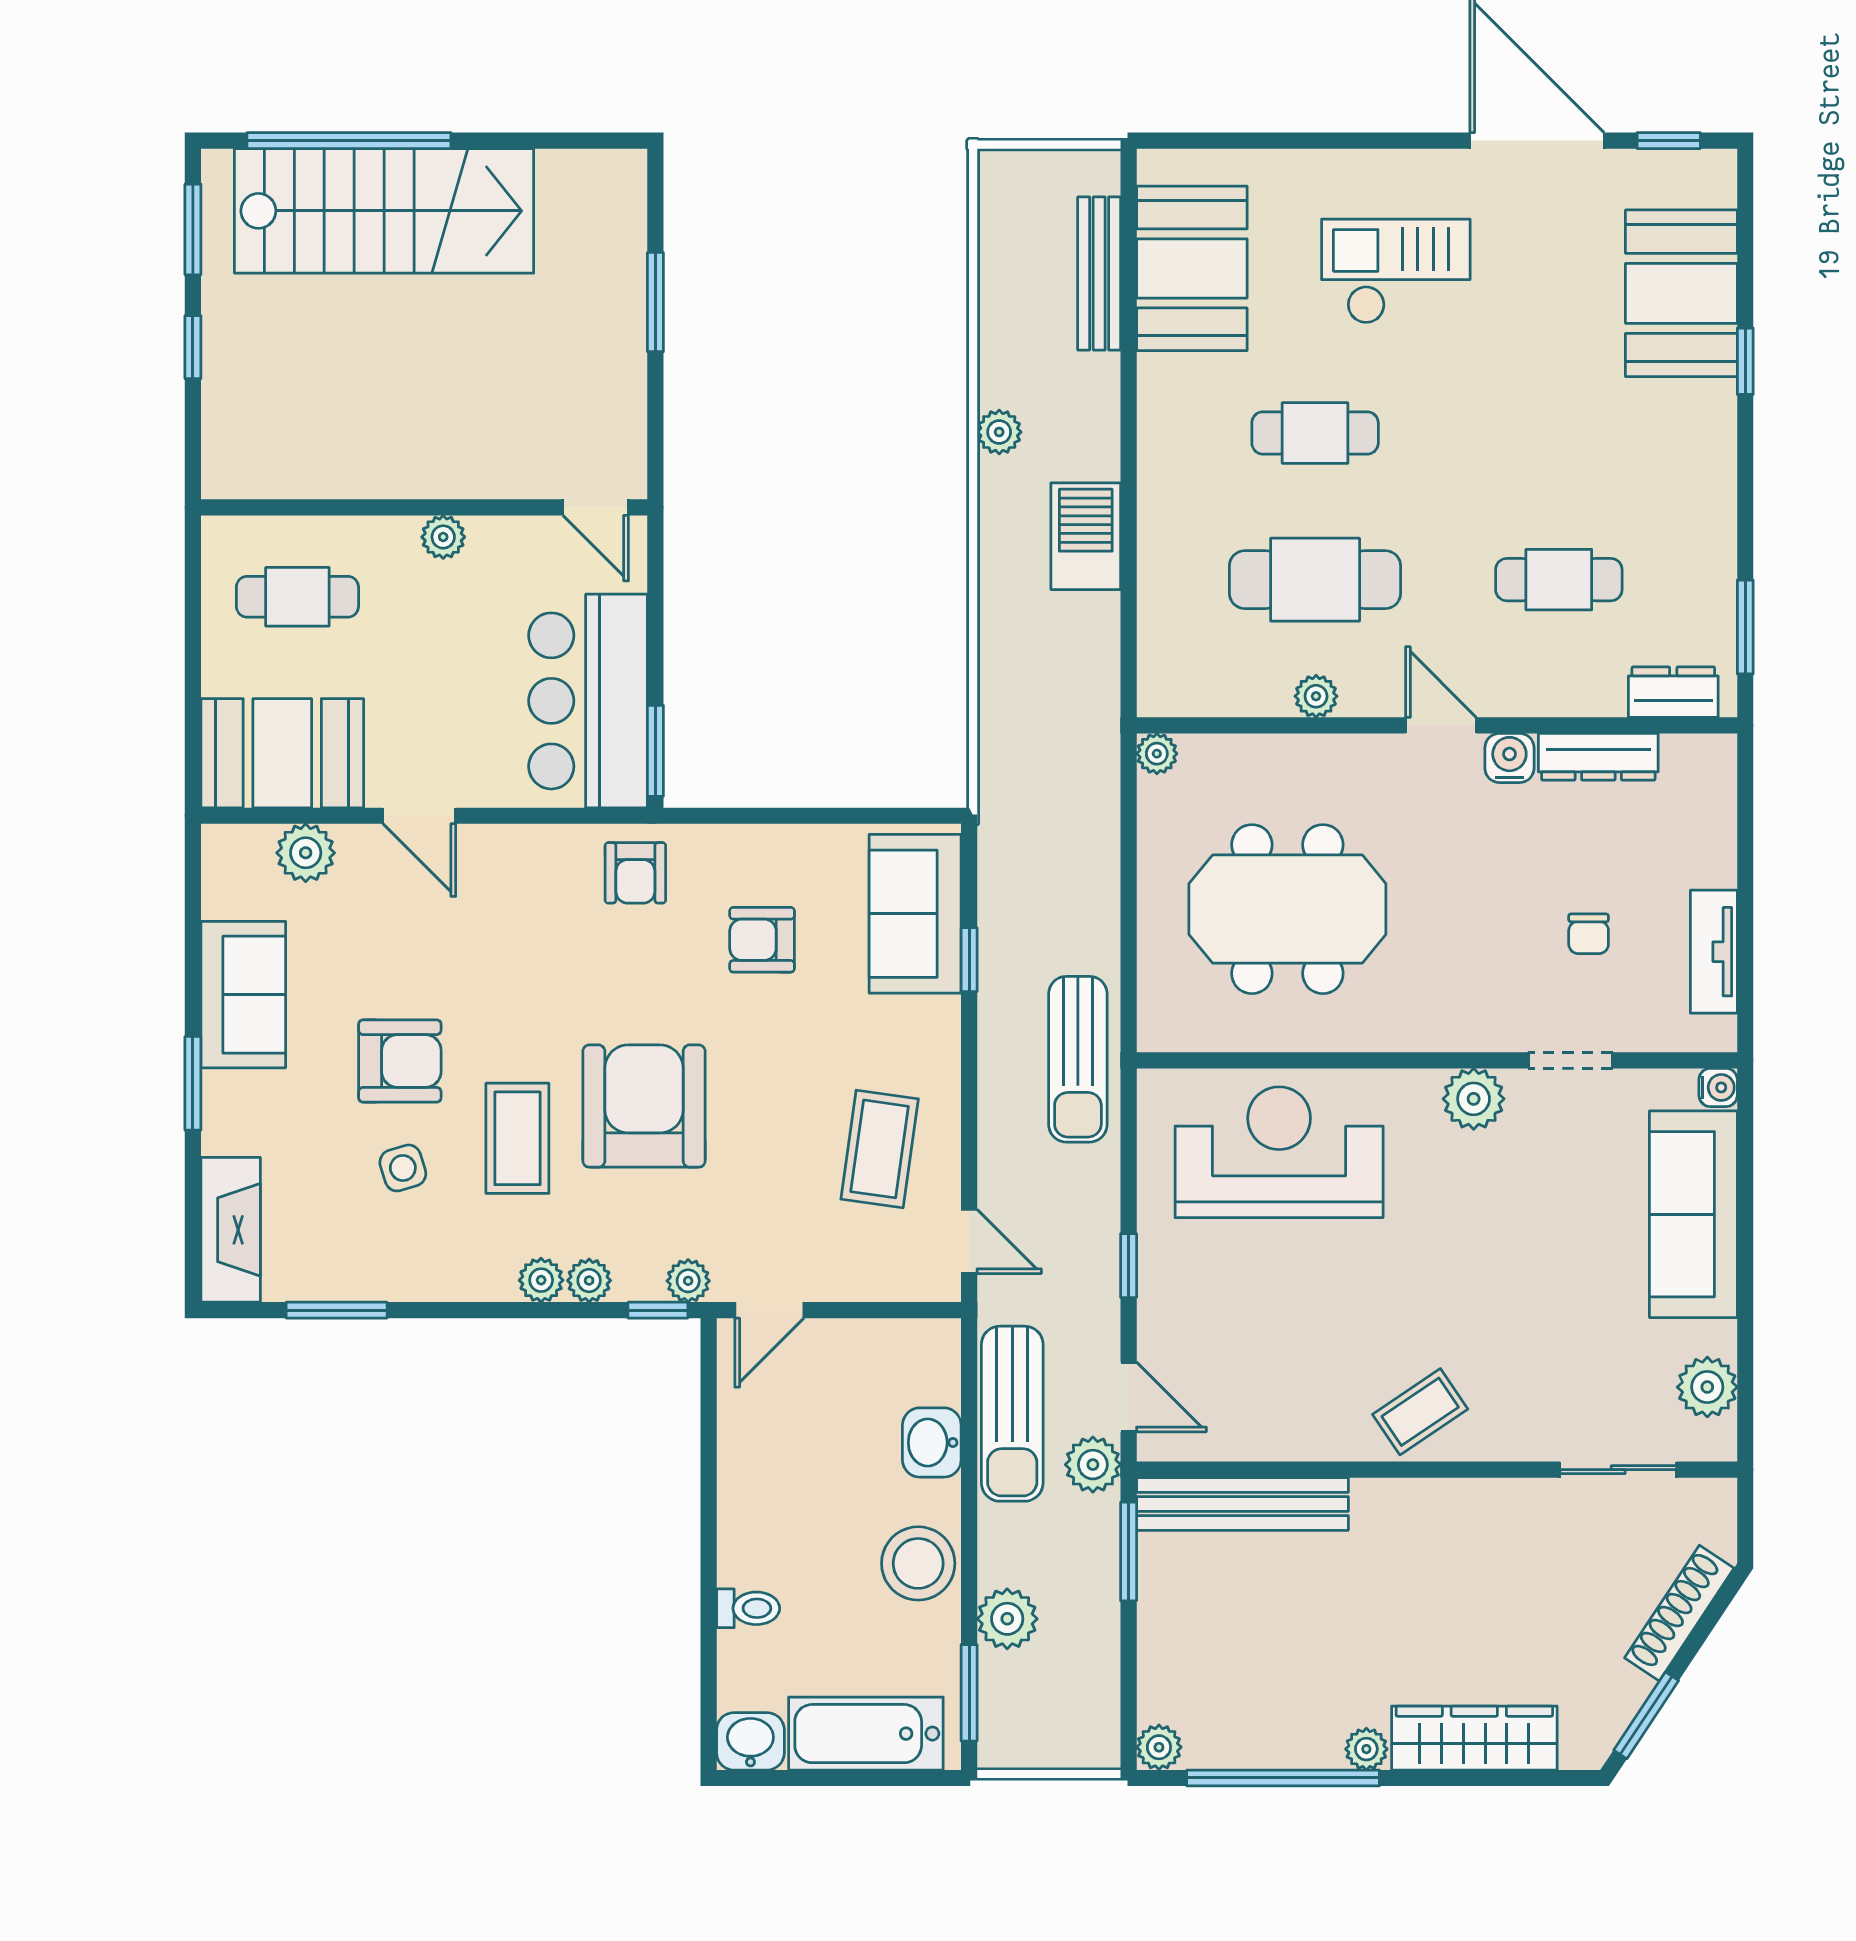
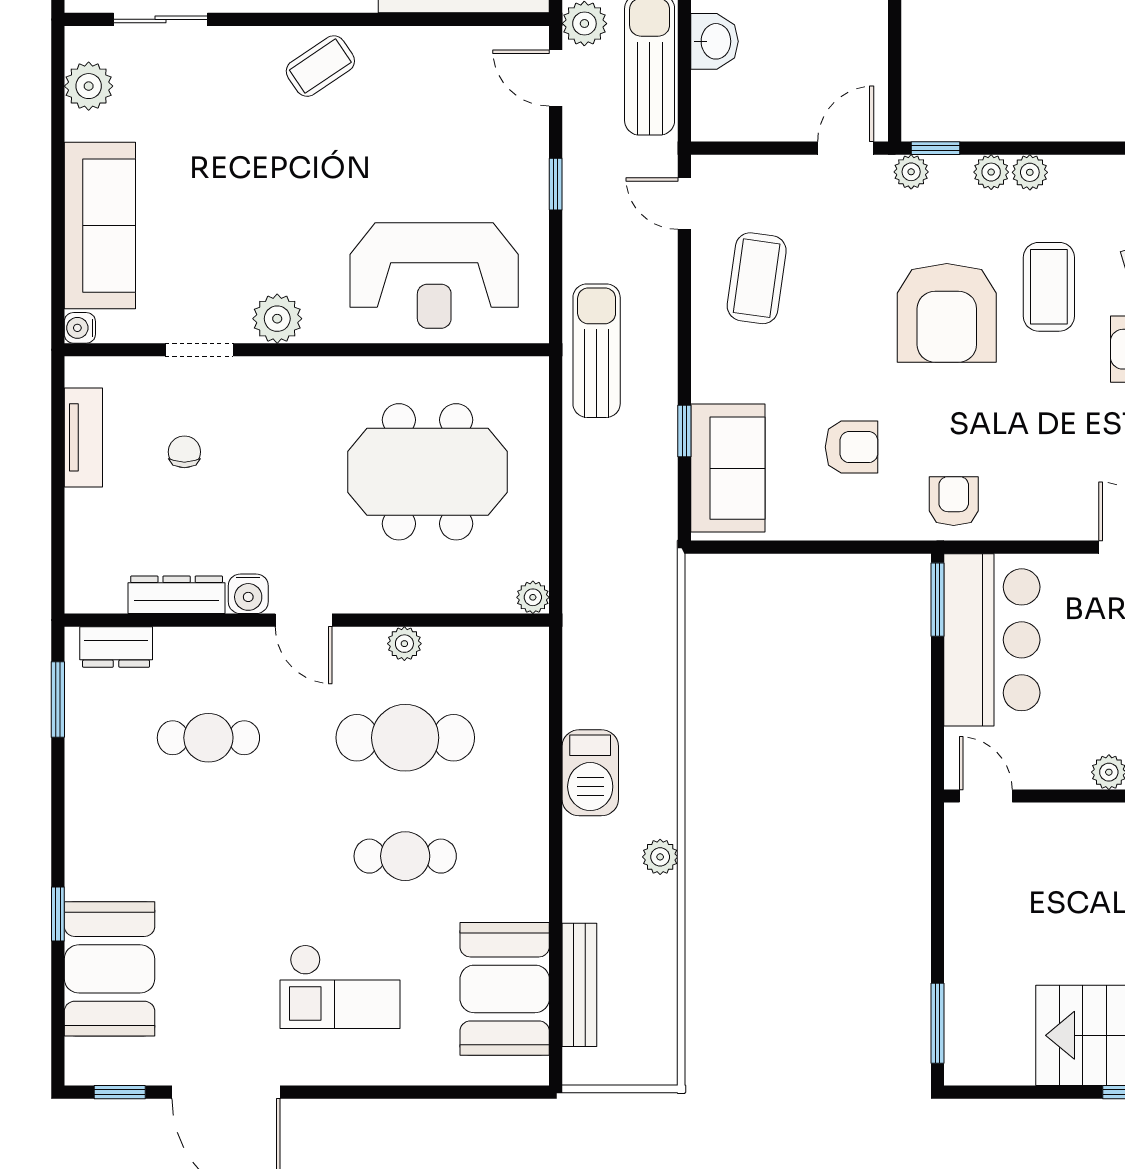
window: (655, 302) -> (938, 1023), moved

